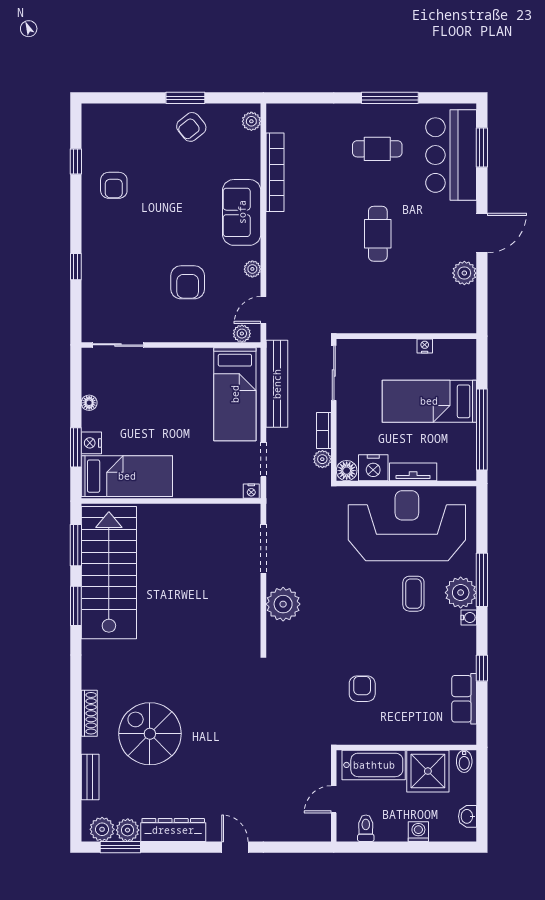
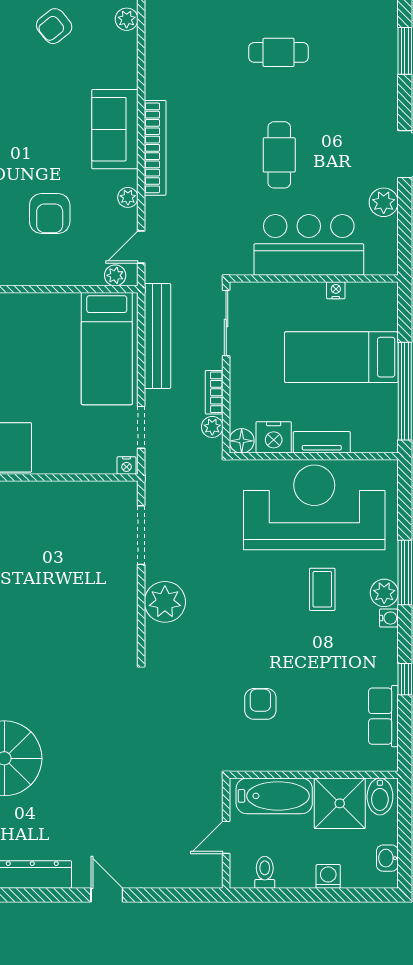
bar counter: (451, 155) -> (309, 245), moved, turned 90
bookcase: (275, 172) -> (155, 148), moved
plant: (461, 593) -> (384, 593), width x0.73, depth x0.73
bidet: (464, 761) -> (380, 796), width x1.38, depth x1.36

